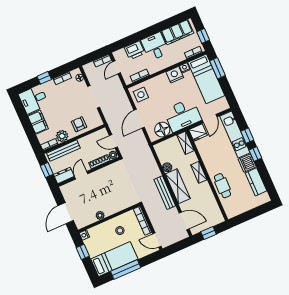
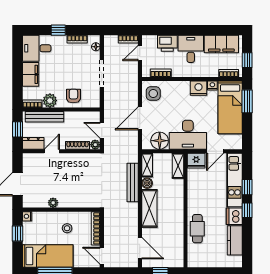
shelving: (199, 172) -> (147, 165), moved
bench: (165, 193) -> (133, 182), moved

